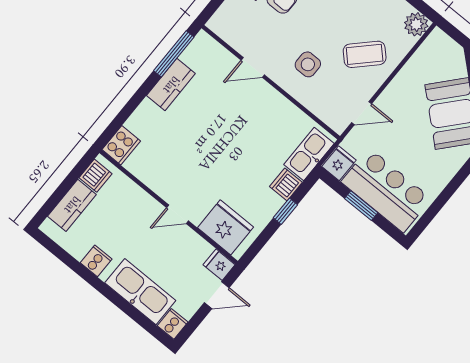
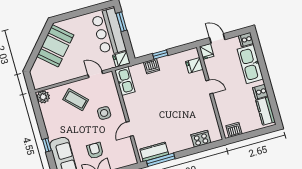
door: (253, 67) -> (130, 129), swing flipped
kitchen counter: (171, 85) -> (154, 152), moved
cooker: (121, 145) -> (201, 139), moved
kitchen sink: (309, 154) -> (125, 81), moved, turned -90
kitchen counter: (72, 205) -> (266, 111), moved, turned -90
window: (361, 206) -> (121, 22), moved
fridge: (226, 227) -> (194, 65), width x0.53, depth x0.75

